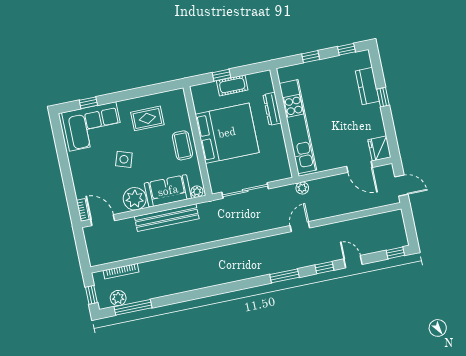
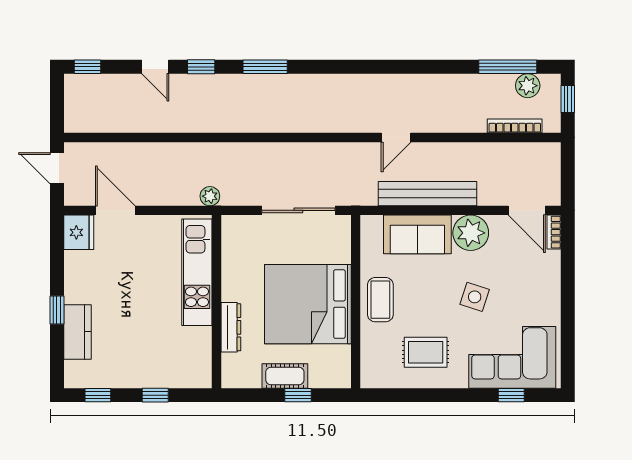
kitchen unit: (298, 127) -> (197, 272), width x0.73
plant: (197, 192) -> (373, 224), removed
door: (300, 227) -> (396, 137), moved

